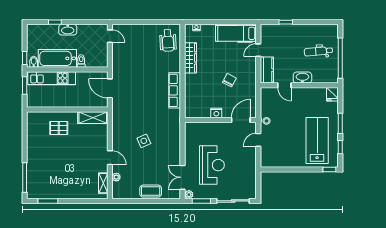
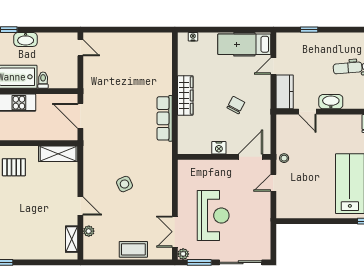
wheelchair: (168, 40) -> (156, 54), removed
wardrobe: (190, 58) -> (185, 95), moved

